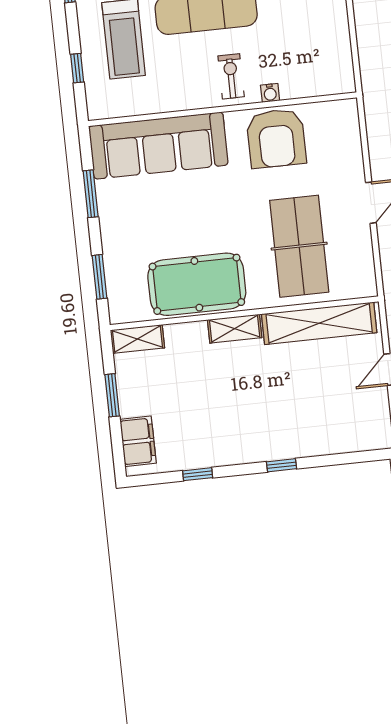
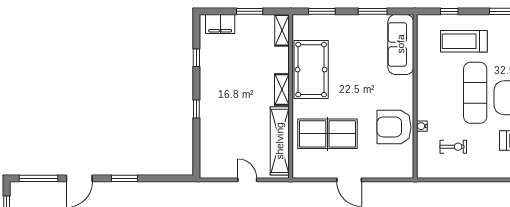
exercise bike: (231, 76) -> (453, 147), moved
sofa: (158, 146) -> (401, 44), width x0.74, depth x0.79

